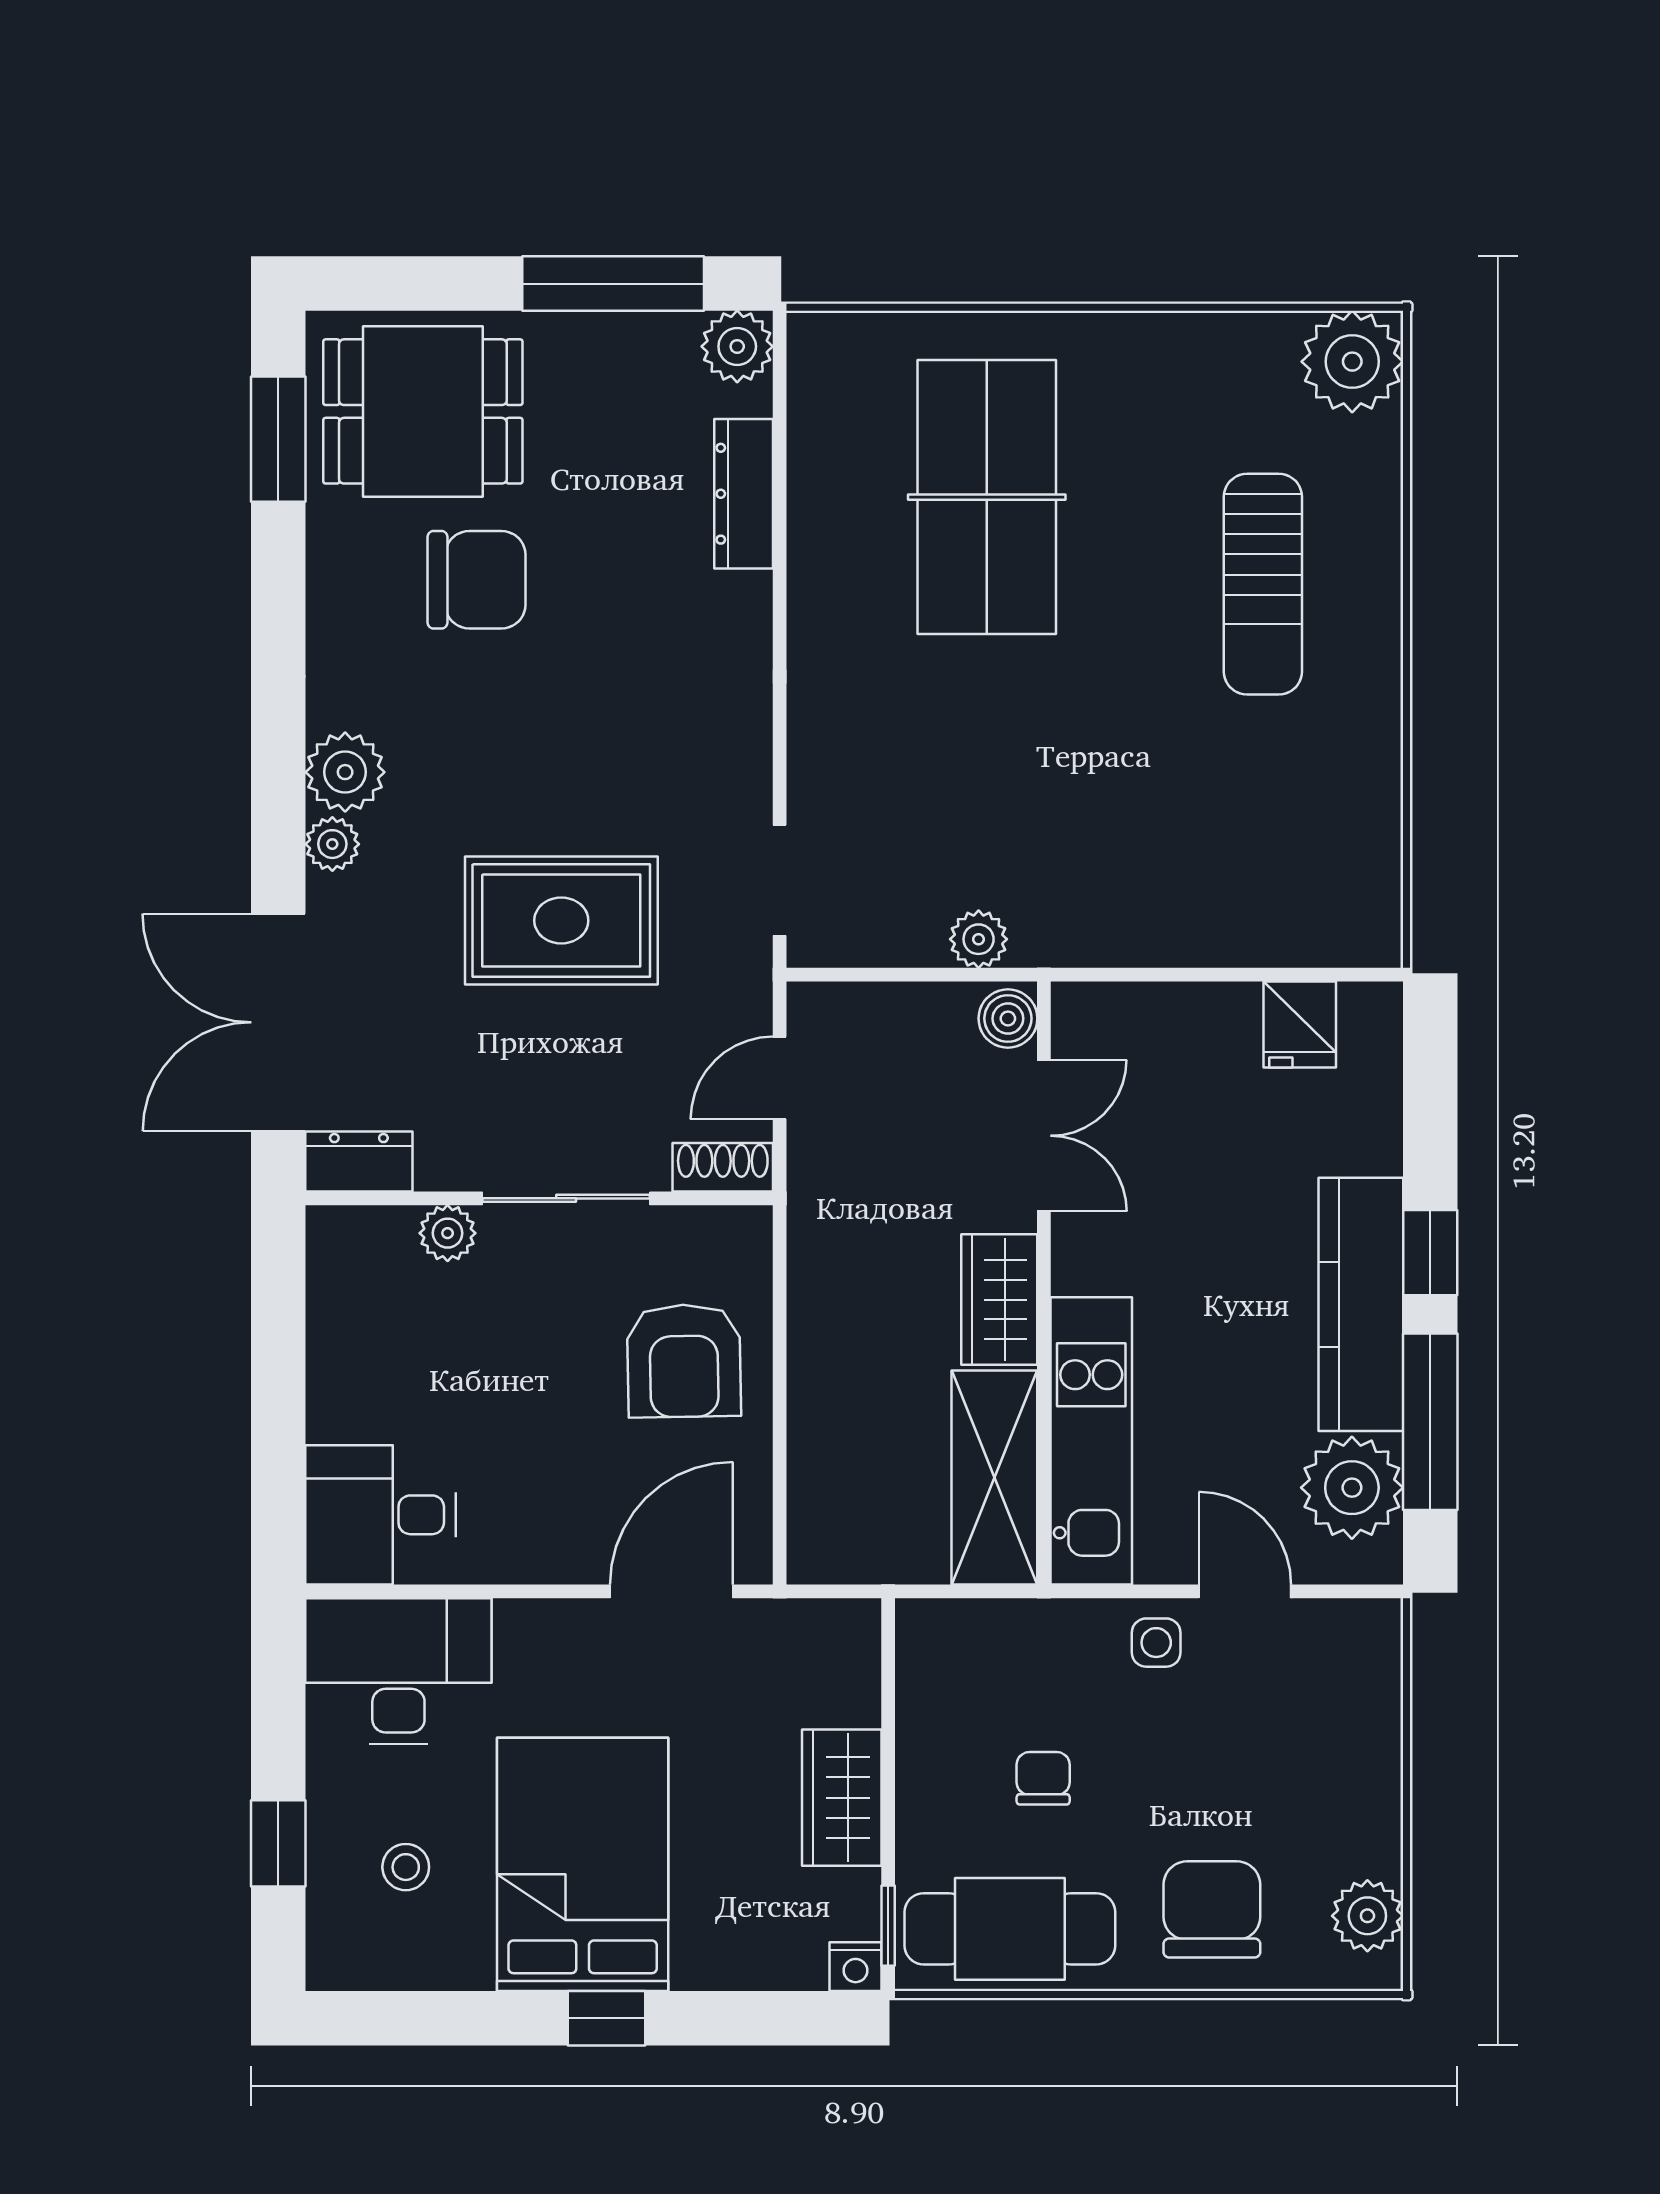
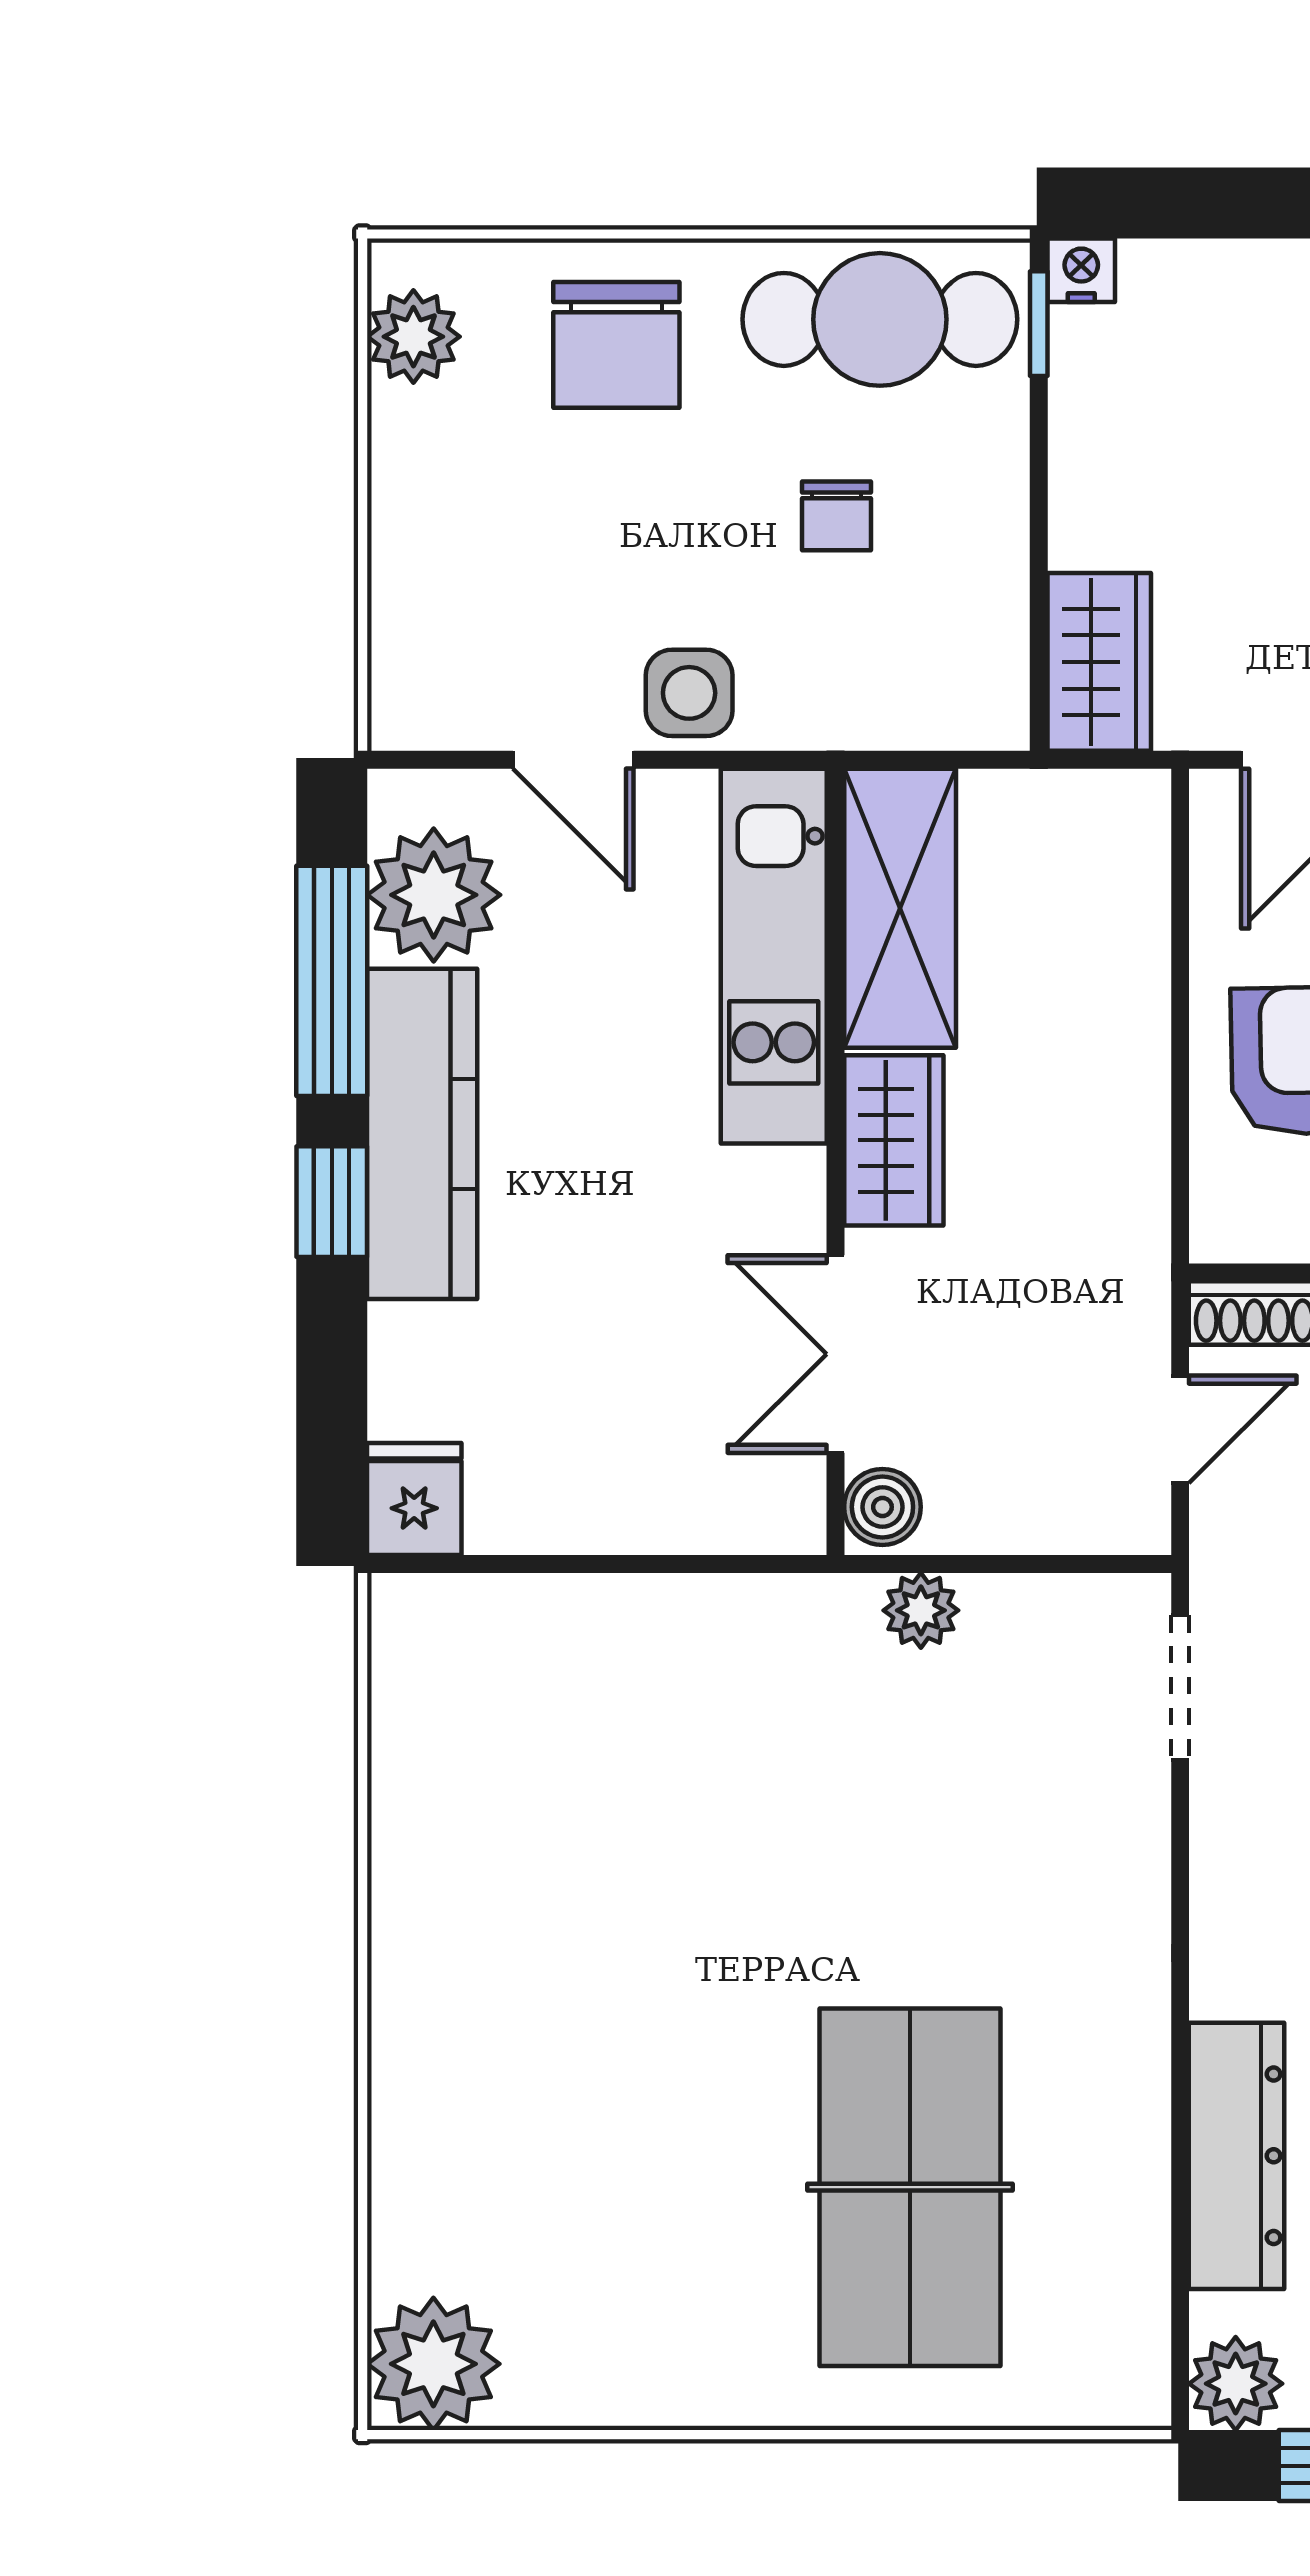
dresser: (744, 494) -> (1236, 2156), width x1.37, depth x1.24
sun lounger: (1263, 584) -> (550, 2073), removed
fridge: (1300, 1025) -> (414, 1499), moved
side table: (1156, 1643) -> (689, 693), width x1.37, depth x1.37
wardrobe: (842, 1798) -> (1099, 662), moved

